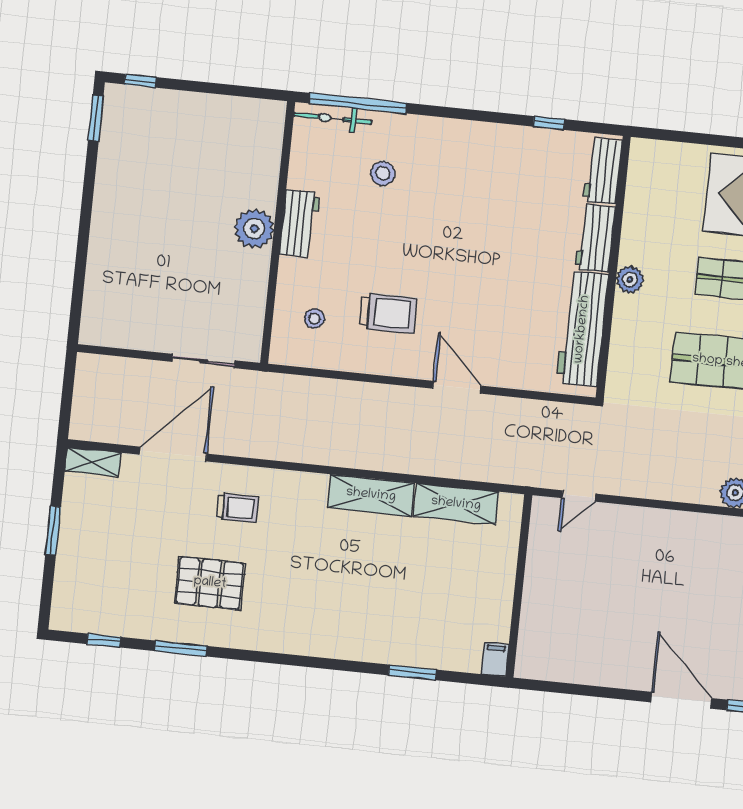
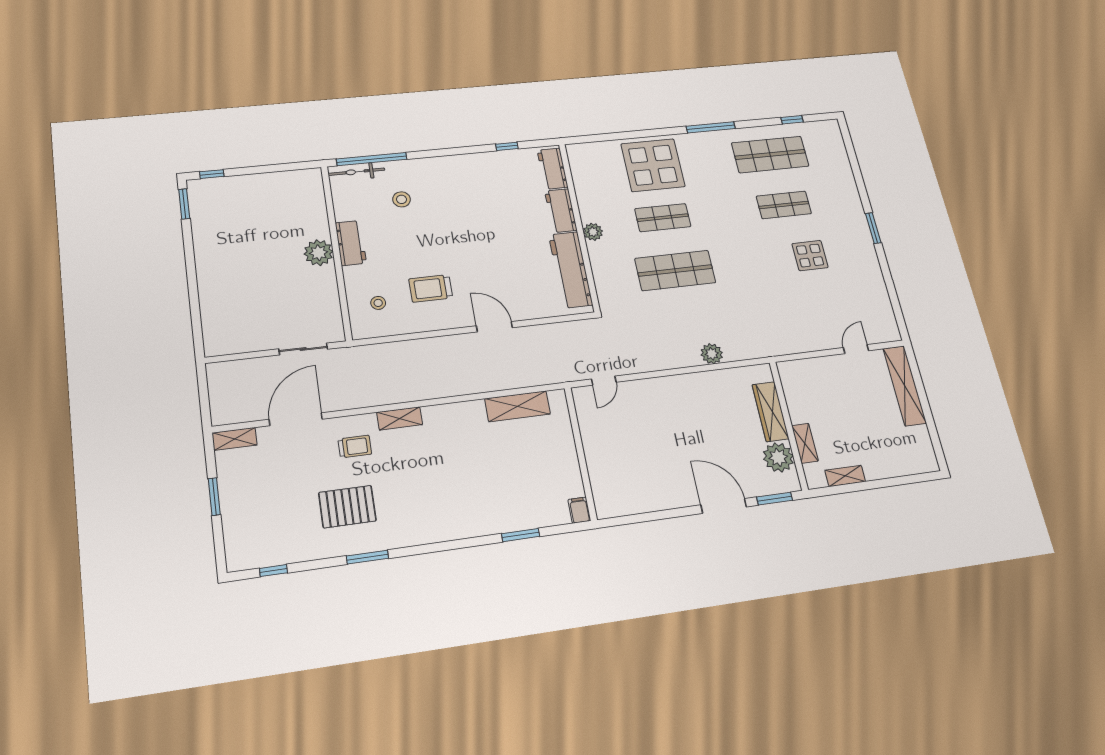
trolley: (388, 313) -> (431, 288), turned 180
shelving: (371, 495) -> (400, 418), moved, width x0.67, depth x0.75
window: (181, 648) -> (367, 557), moved

